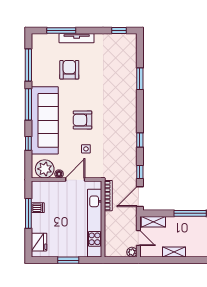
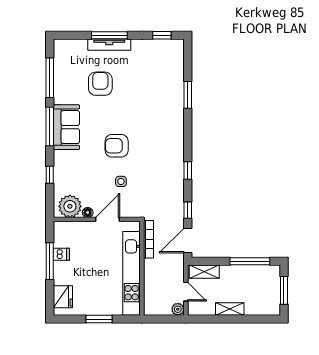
window: (61, 31) -> (109, 35), moved
sofa: (45, 120) -> (66, 127), width x0.54, depth x0.79

